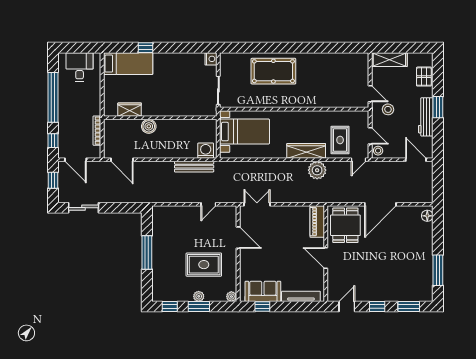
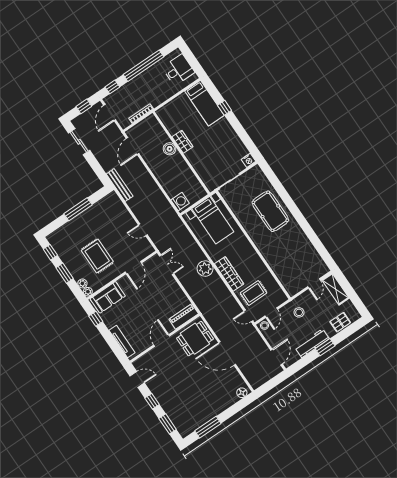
door: (370, 94) -> (314, 283), moved
wardrobe: (130, 110) -> (182, 142), moved
bench: (194, 167) -> (120, 185), moved
plant: (317, 170) -> (205, 269), moved
sofa: (263, 291) -> (108, 297), moved, turned 90
plant: (199, 296) -> (82, 283), moved

